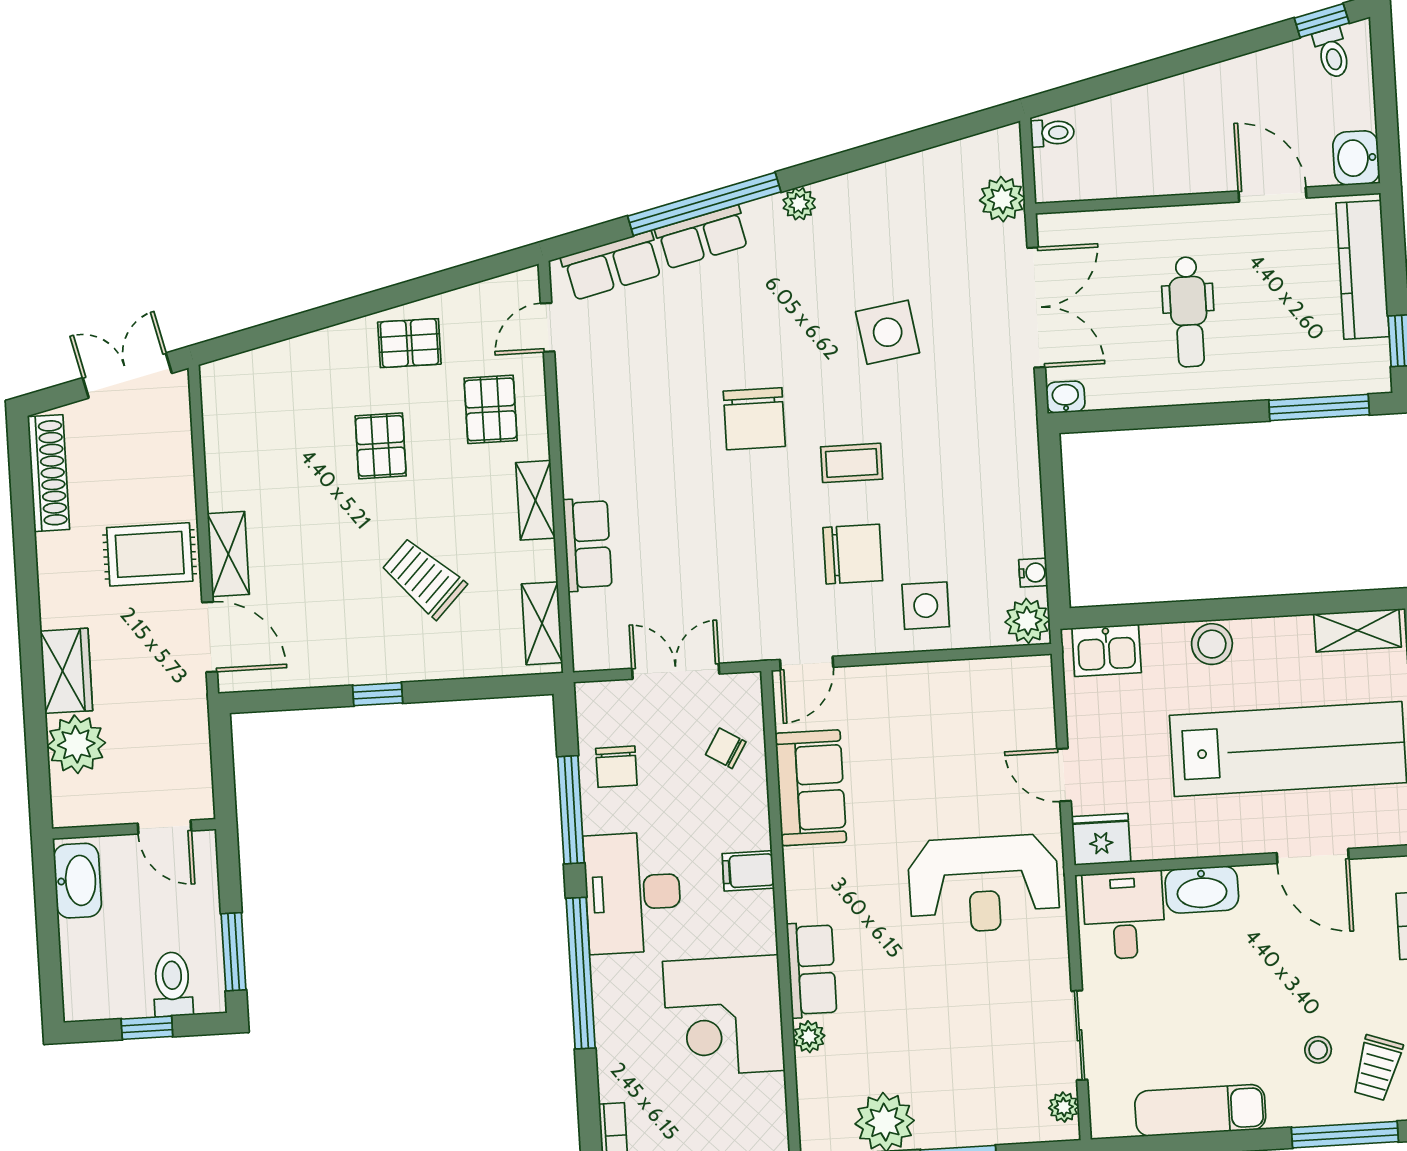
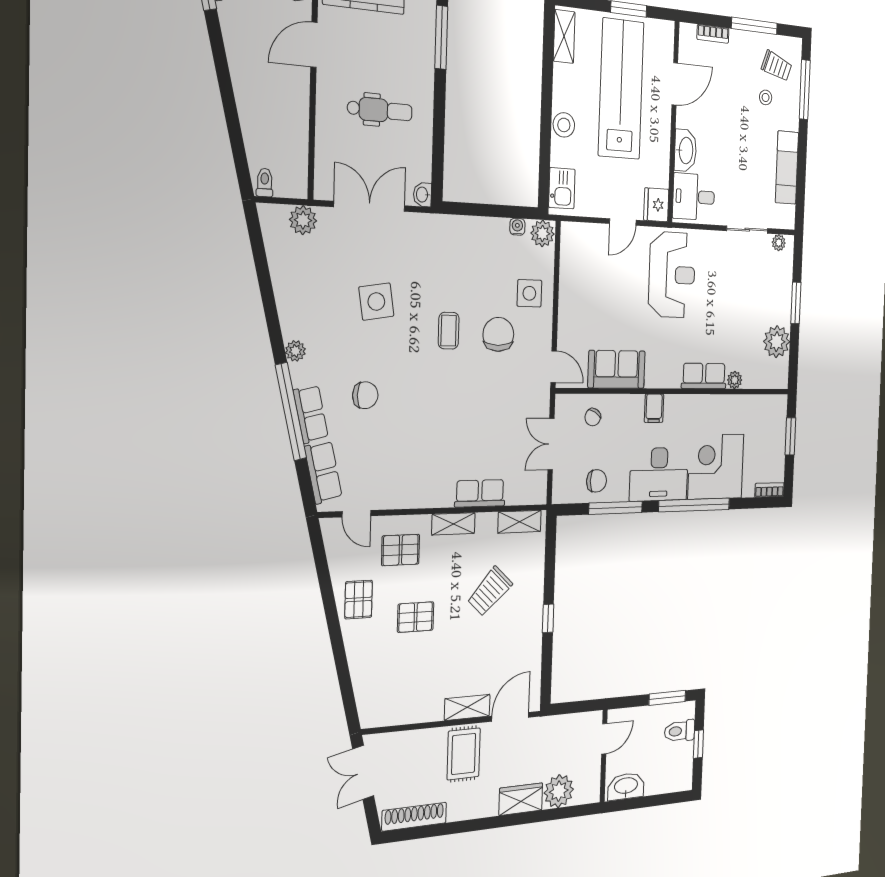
chair: (754, 419) -> (365, 395), moved, width x0.73, depth x0.73
corner desk: (724, 1016) -> (716, 467), moved, turned 180

